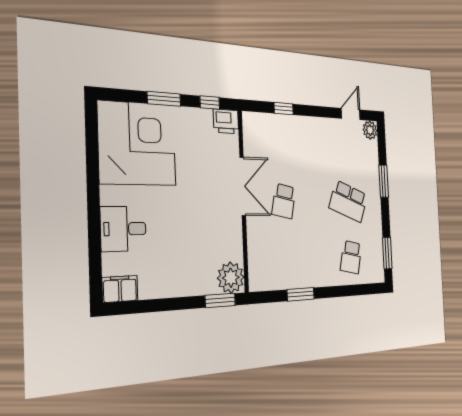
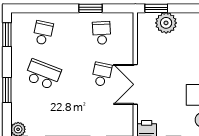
school desk: (286, 260) -> (102, 33), added
plant: (231, 278) -> (166, 23), moved

